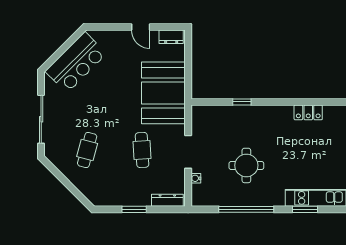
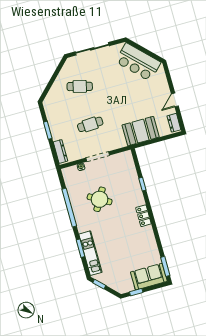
booth: (163, 93) -> (141, 131), width x0.73, depth x0.70
locker: (308, 112) -> (143, 216), moved
round table: (246, 165) -> (100, 199), turned 30

